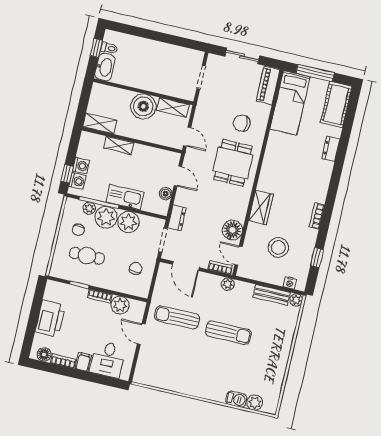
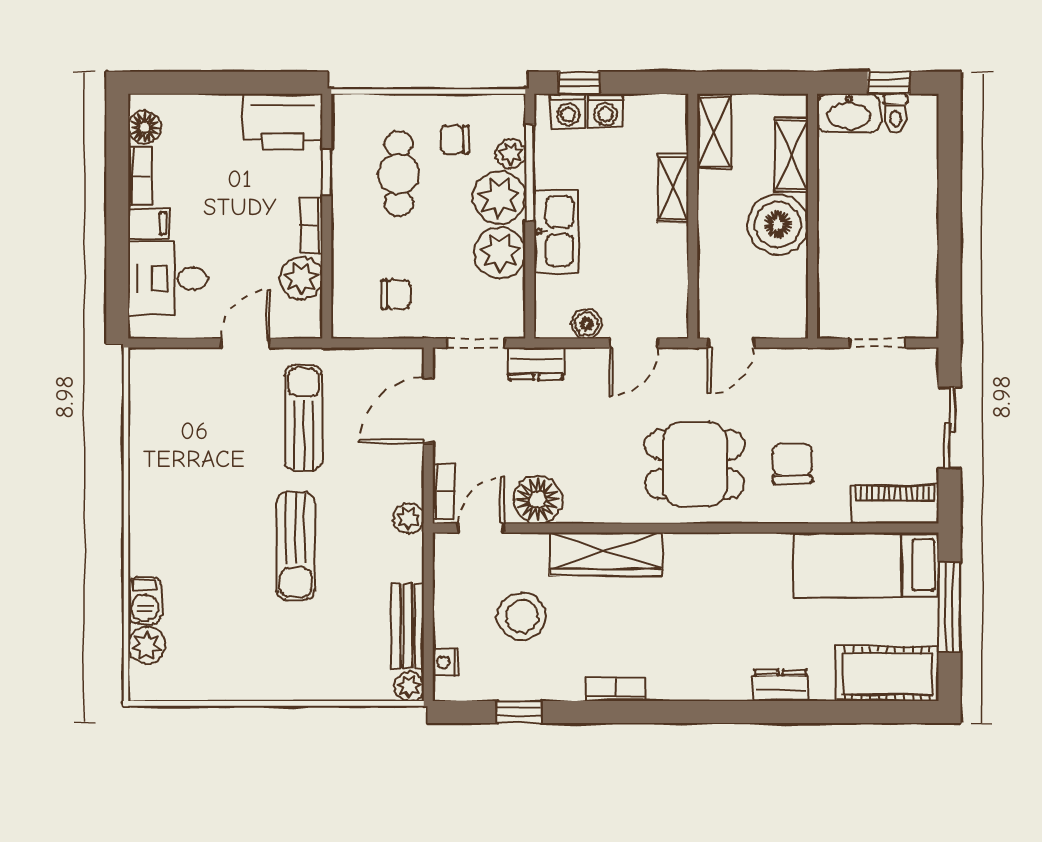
shelving: (173, 107) -> (792, 155), moved
wardrobe: (261, 207) -> (606, 554), width x1.50
printer: (50, 319) -> (283, 122), moved

